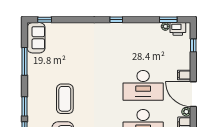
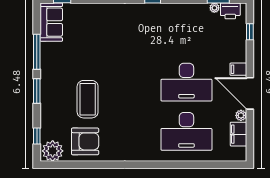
window: (25, 106) -> (37, 91), moved

